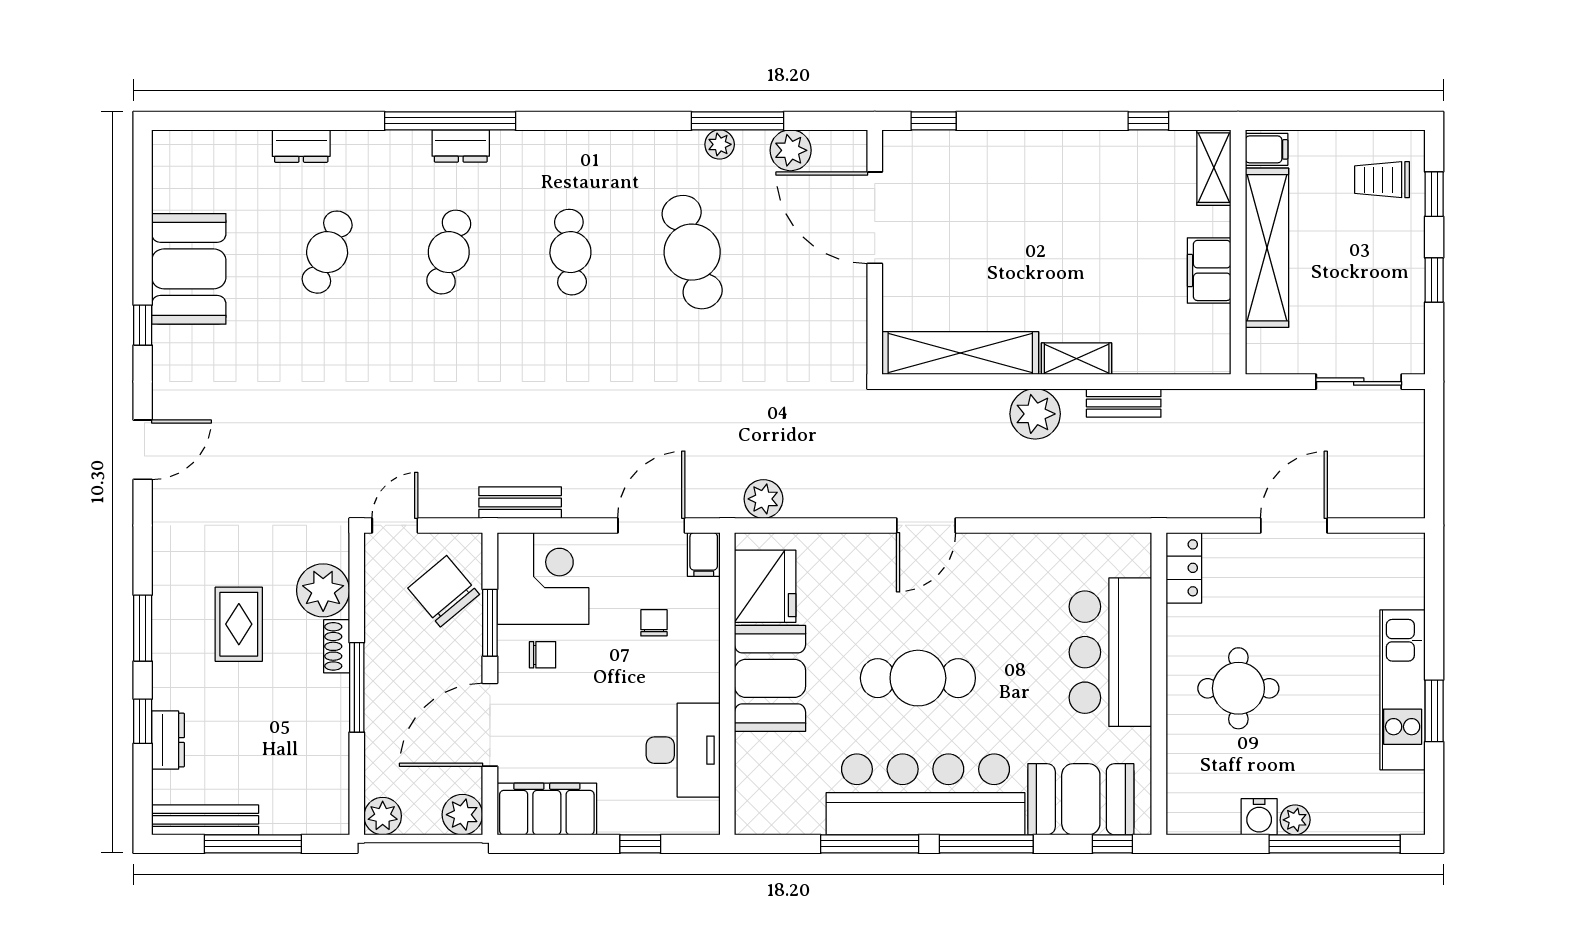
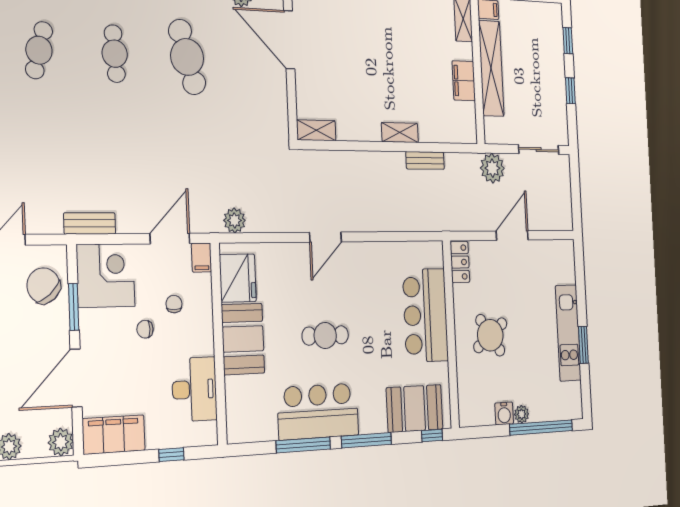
trolley: (1382, 180) -> (543, 31), removed
shelving: (960, 353) -> (316, 130), width x0.45, depth x0.75
plant: (1035, 414) -> (492, 168), moved
chair: (543, 655) -> (145, 329), moved, turned 180
cafe table: (918, 678) -> (325, 335), width x0.73, depth x0.74
round table: (1238, 688) -> (490, 335), turned -36
bar counter: (925, 794) -> (318, 411), width x0.73

